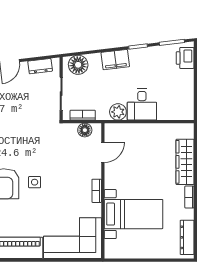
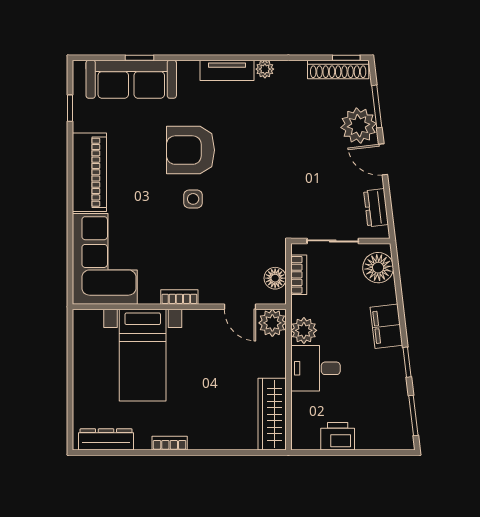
printer: (185, 58) -> (338, 436), moved
plant: (113, 132) -> (272, 323), added
wardrobe: (185, 162) -> (272, 414), moved, turned -90

